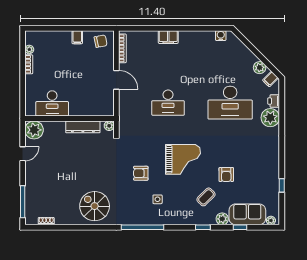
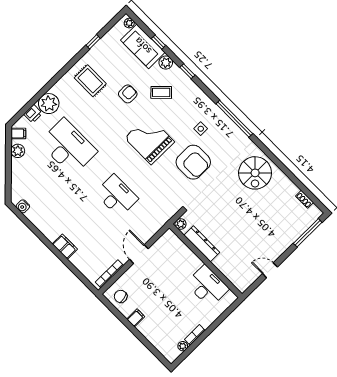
plant: (34, 130) -> (242, 280), removed
rug: (259, 159) -> (90, 81), added
armchair: (141, 173) -> (193, 162), width x1.88, depth x1.88

